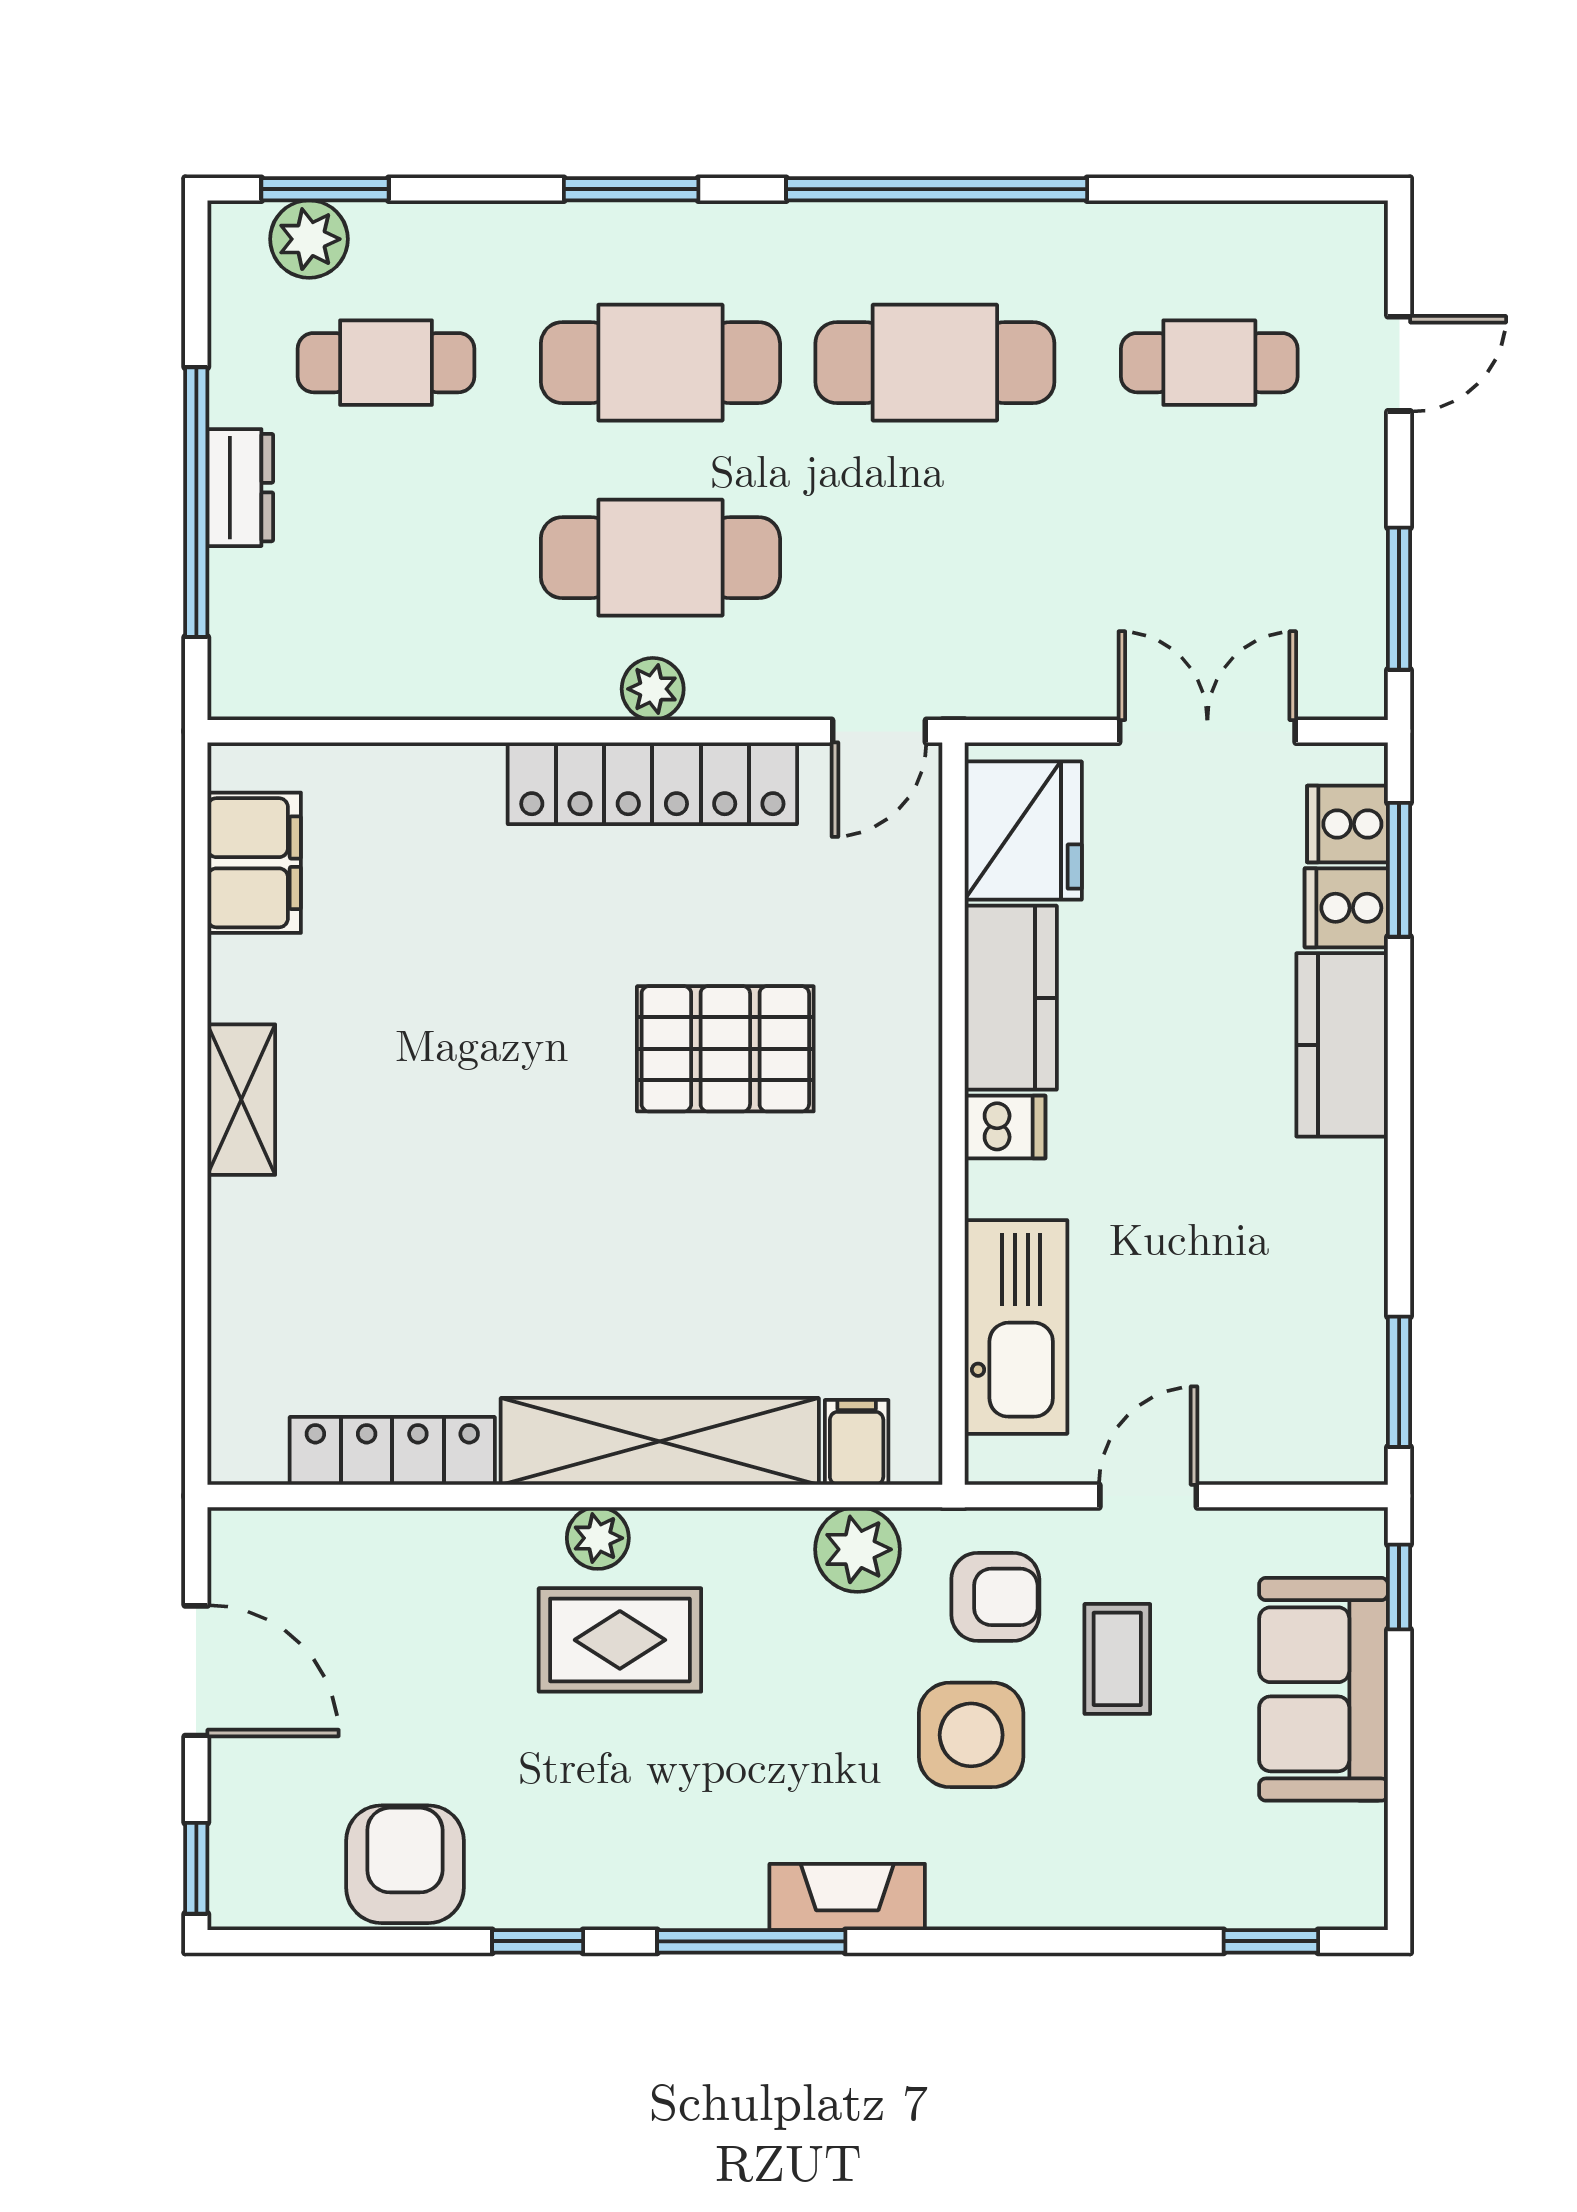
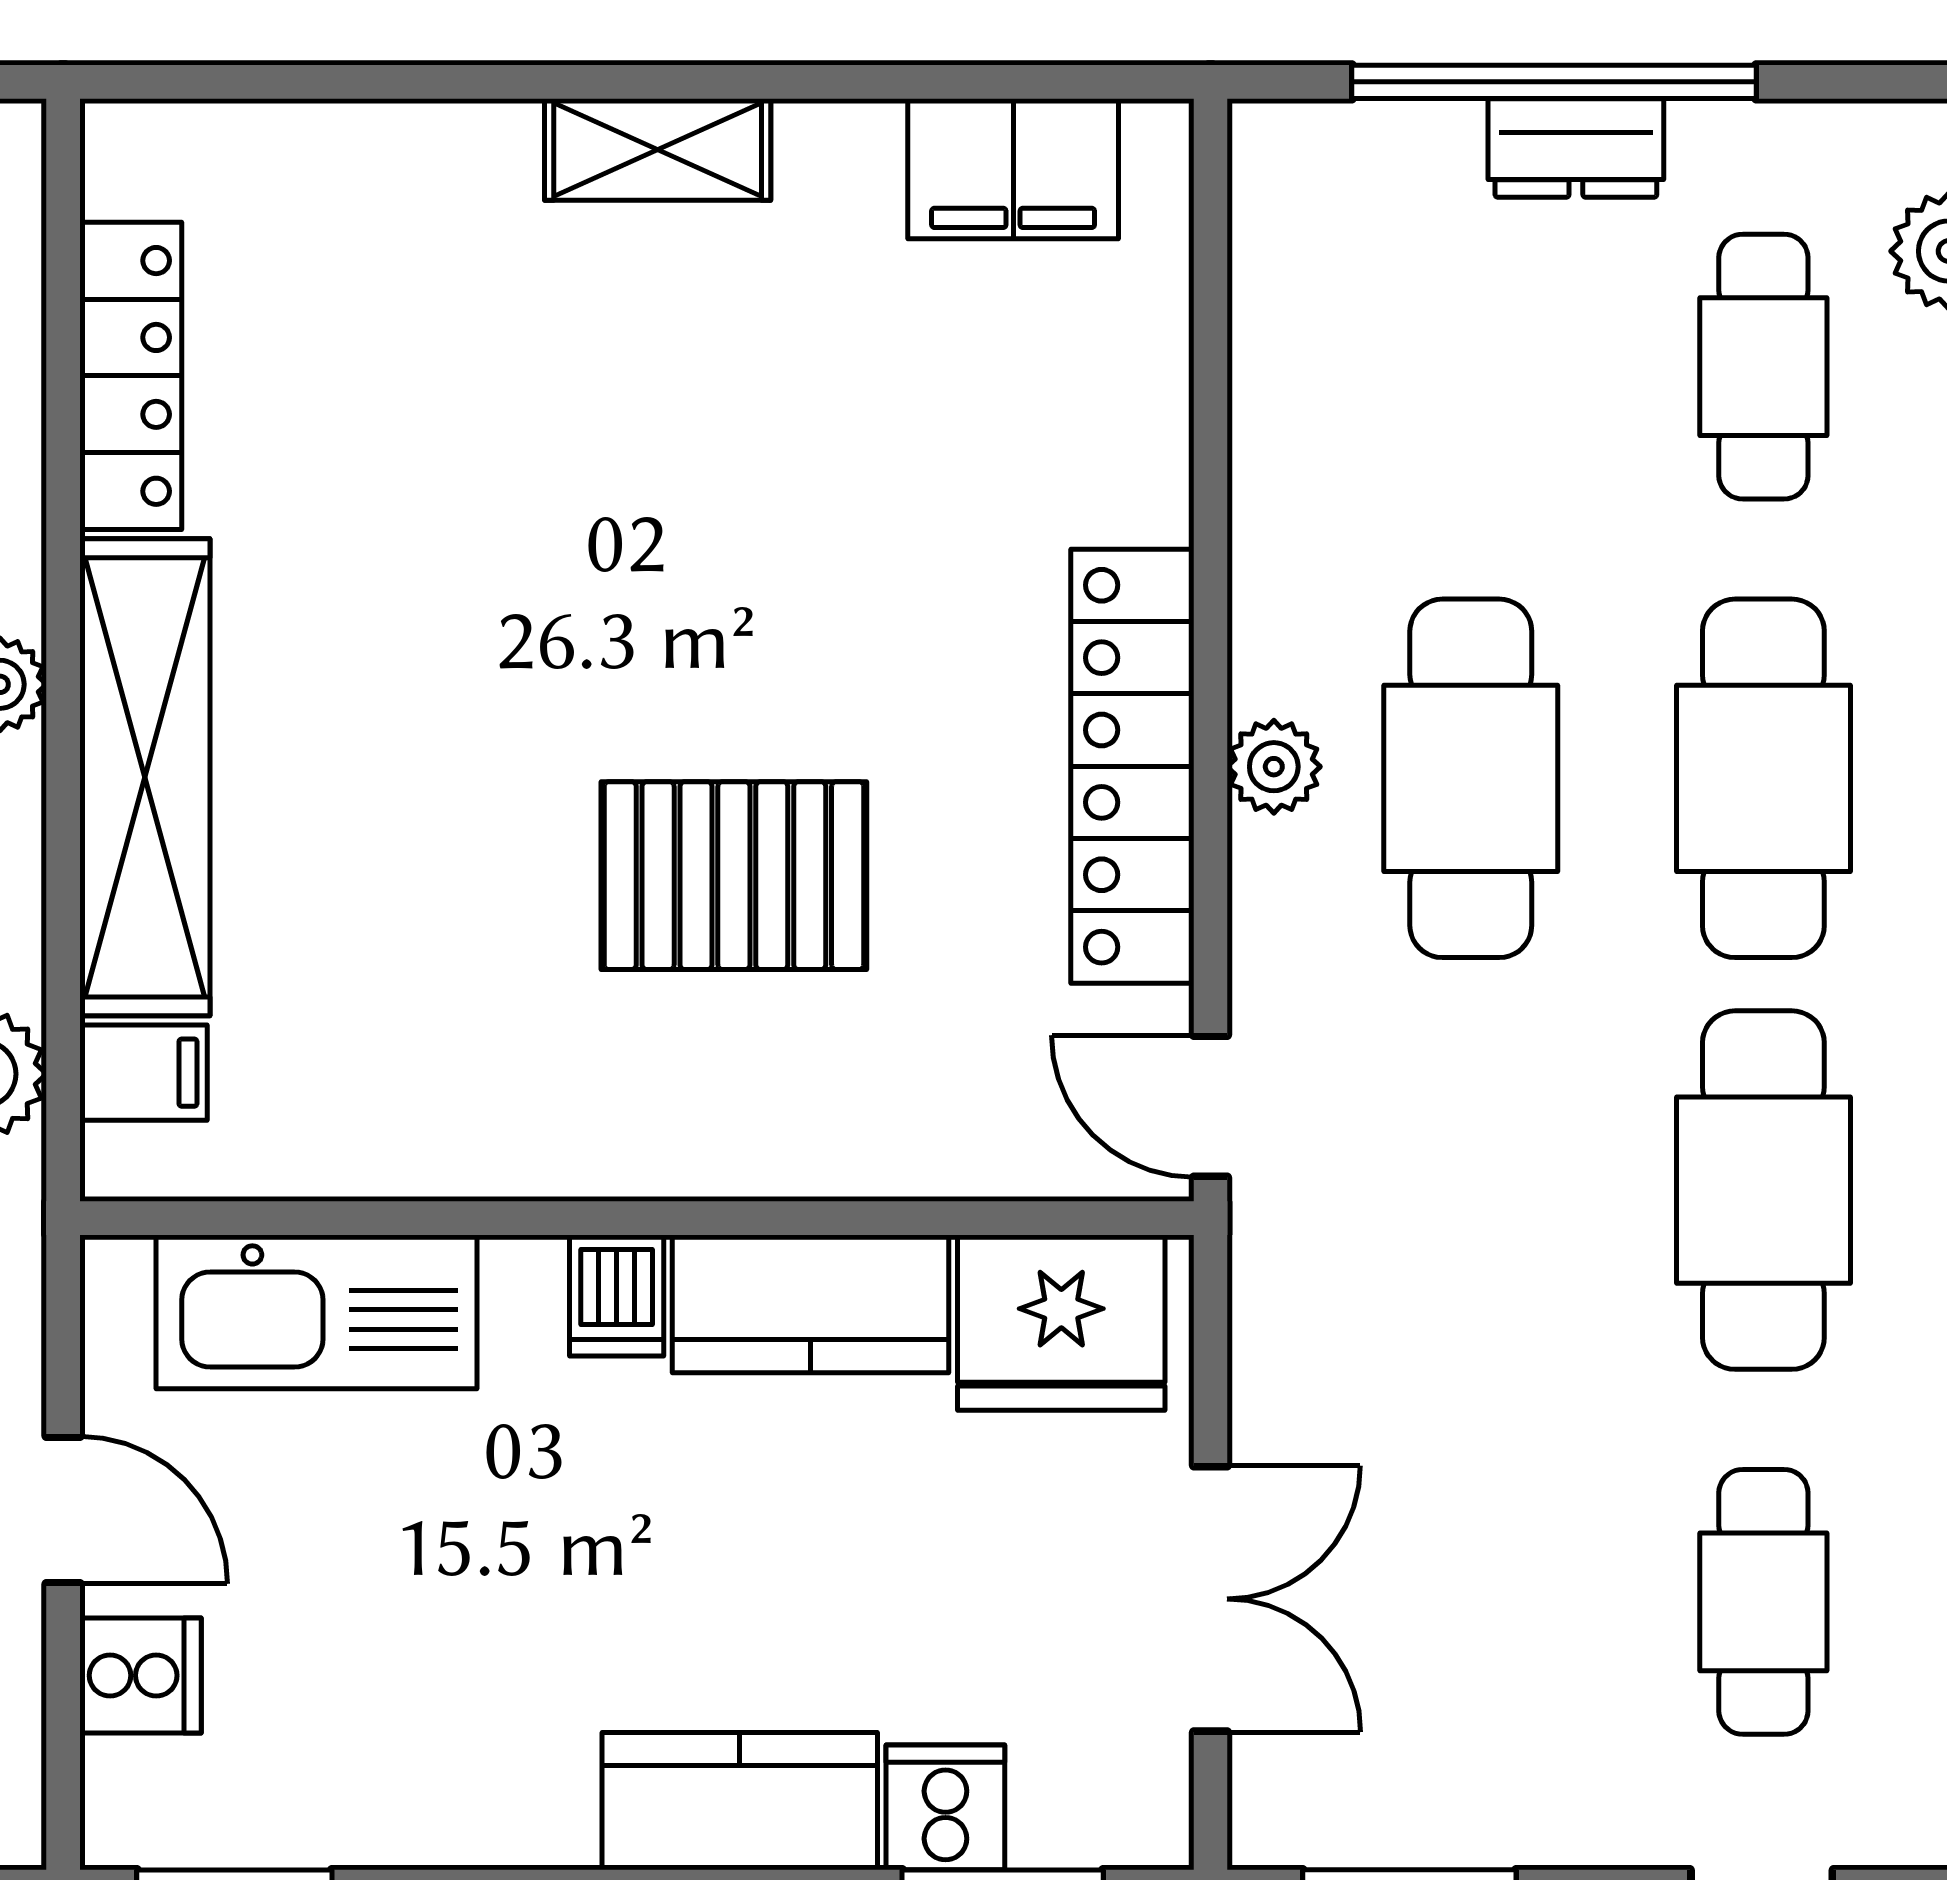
cooker: (1348, 824) -> (140, 1675), moved, turned 90
pallet: (725, 1049) -> (734, 876), turned 90

